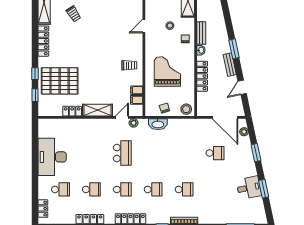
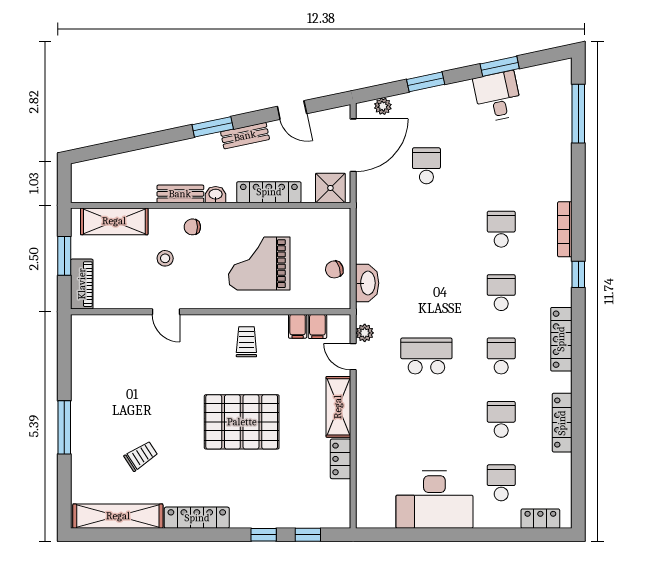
pallet: (60, 81) -> (242, 422), moved, turned 90
shower: (204, 106) -> (330, 188), added
stool: (186, 109) -> (336, 225), removed

